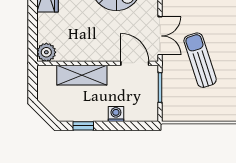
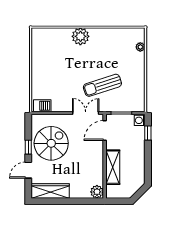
washing machine: (116, 114) -> (140, 120), moved
window: (83, 126) -> (148, 133), moved

